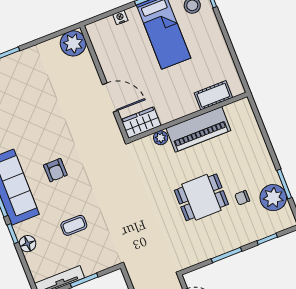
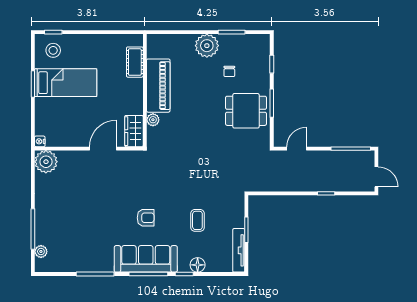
nightstand: (120, 17) -> (40, 141), moved
dining table: (201, 197) -> (246, 111), moved, turned 90
plant: (273, 198) -> (207, 46), moved

